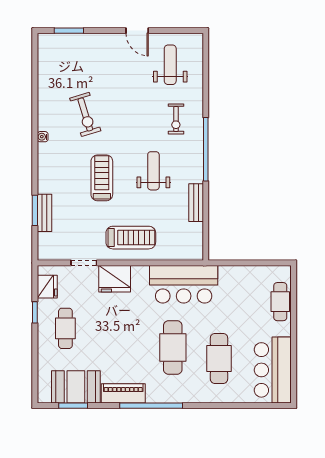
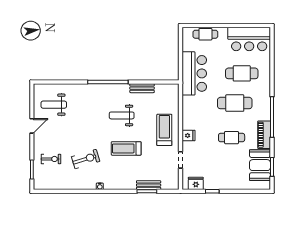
exercise bike: (176, 119) -> (51, 159), moved
fridge: (115, 279) -> (189, 135), width x0.53, depth x0.75
bar counter: (184, 284) -> (194, 73), moved
cafe table: (65, 328) -> (232, 138), moved

